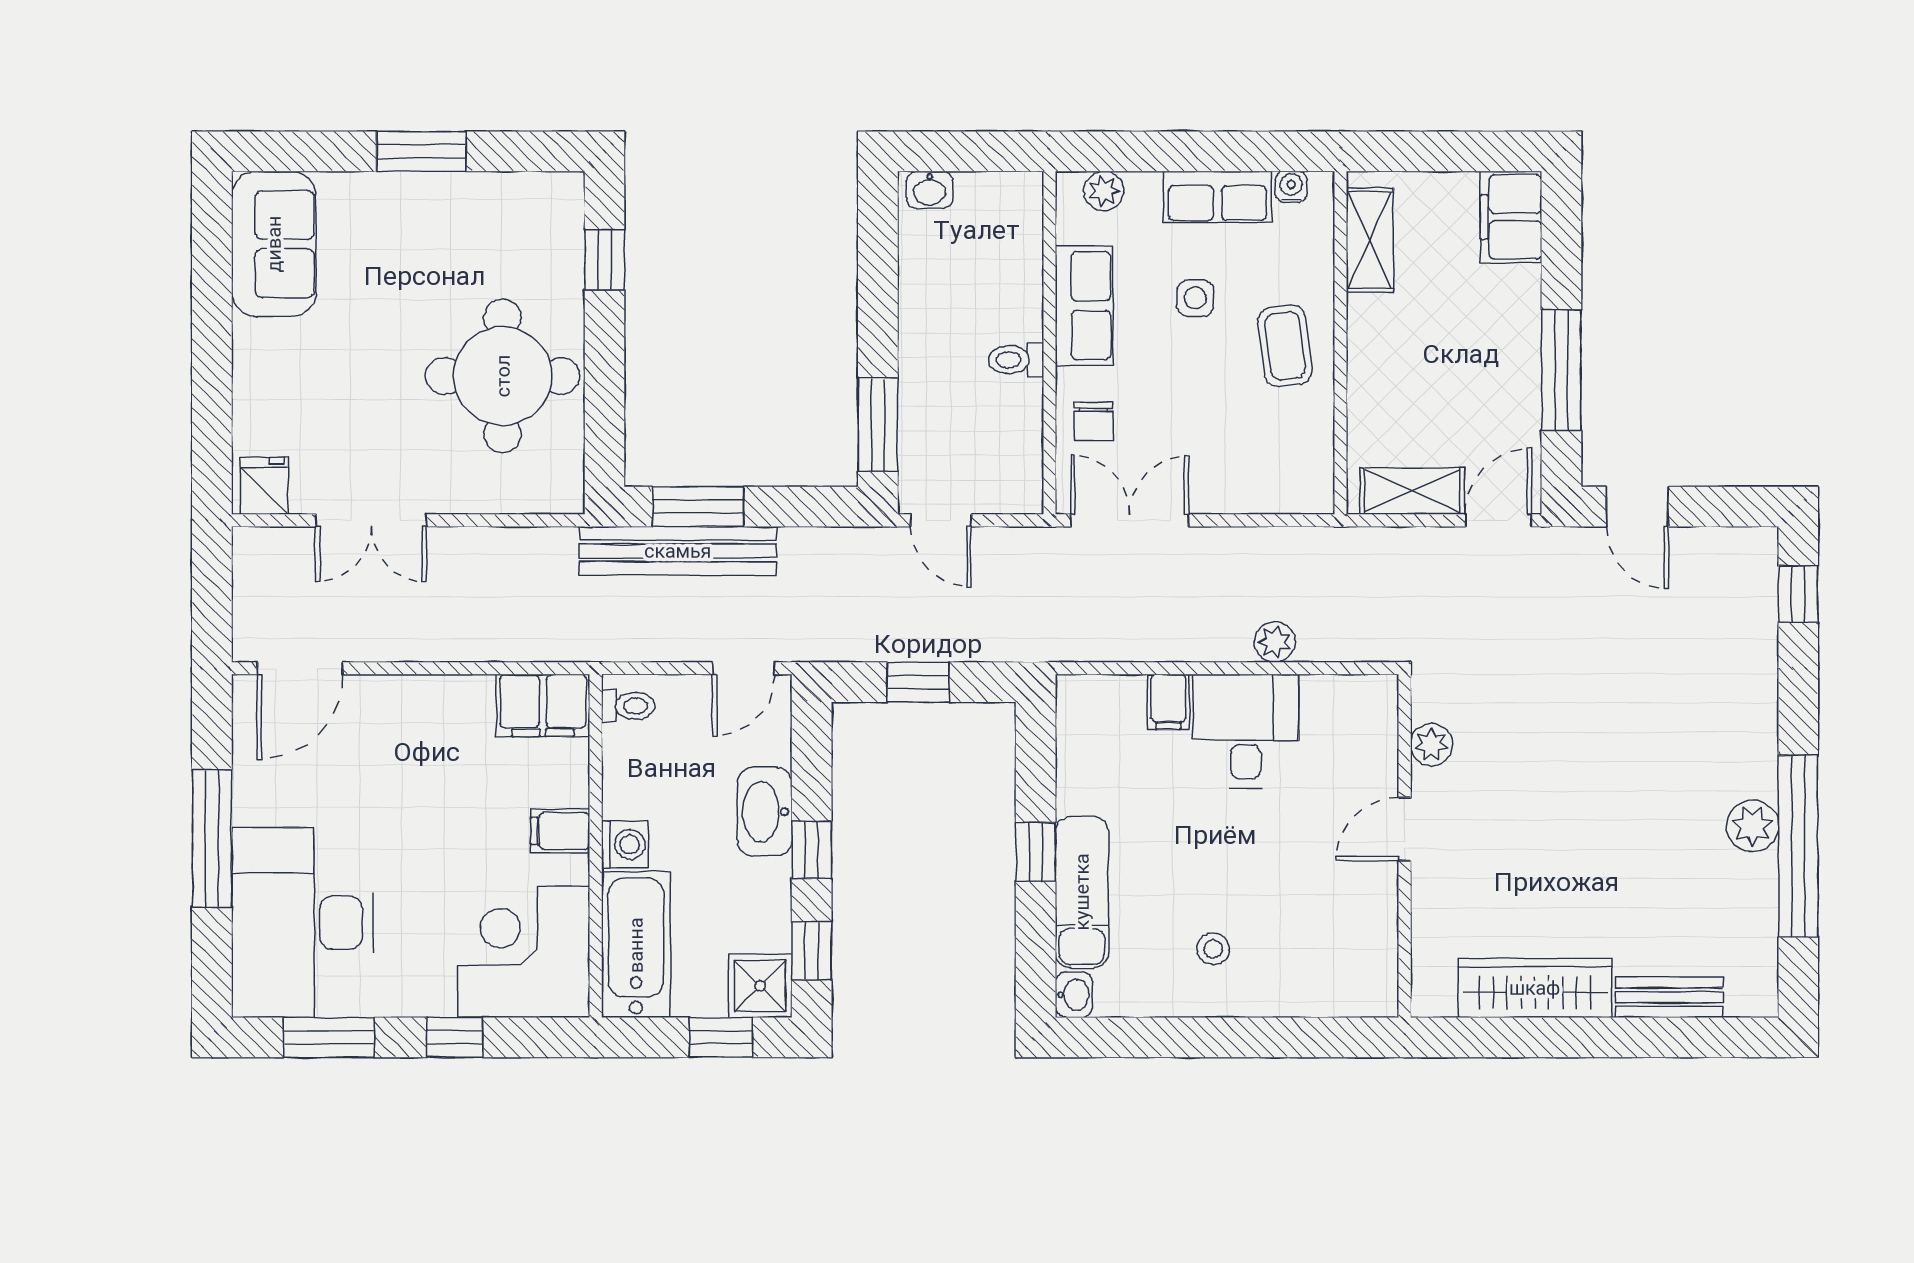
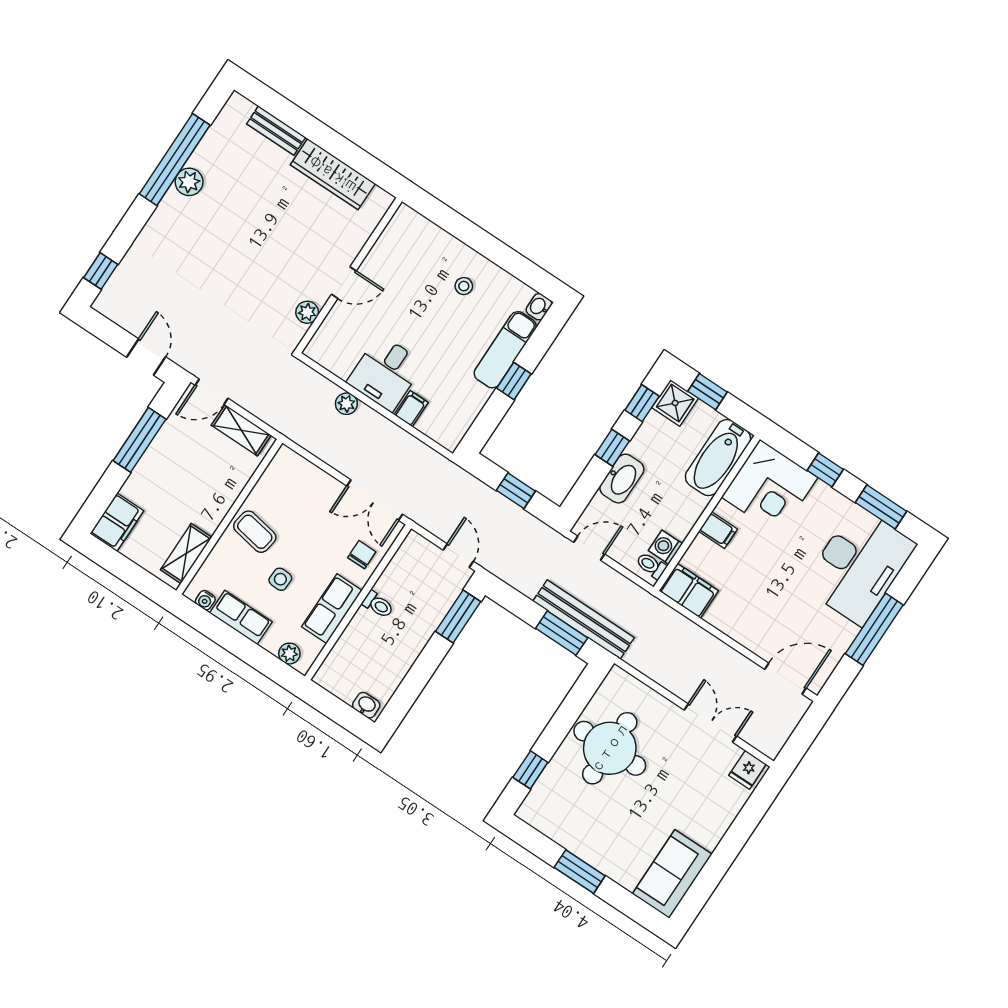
coffee table: (1285, 346) -> (255, 532), turned -73
washing machine: (625, 844) -> (665, 547), moved

